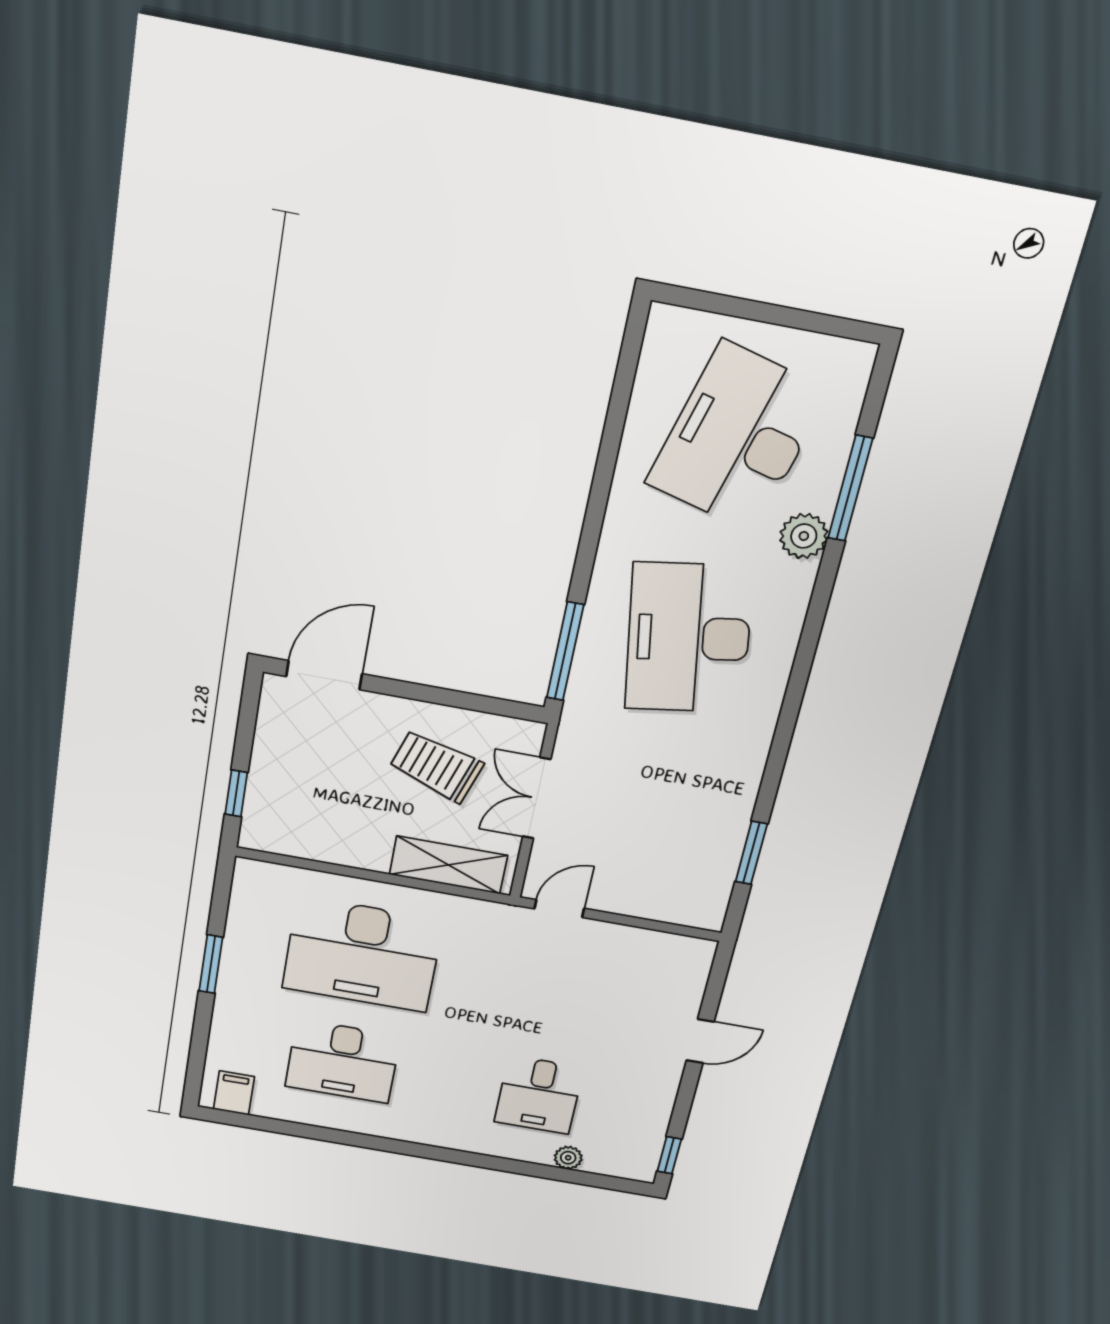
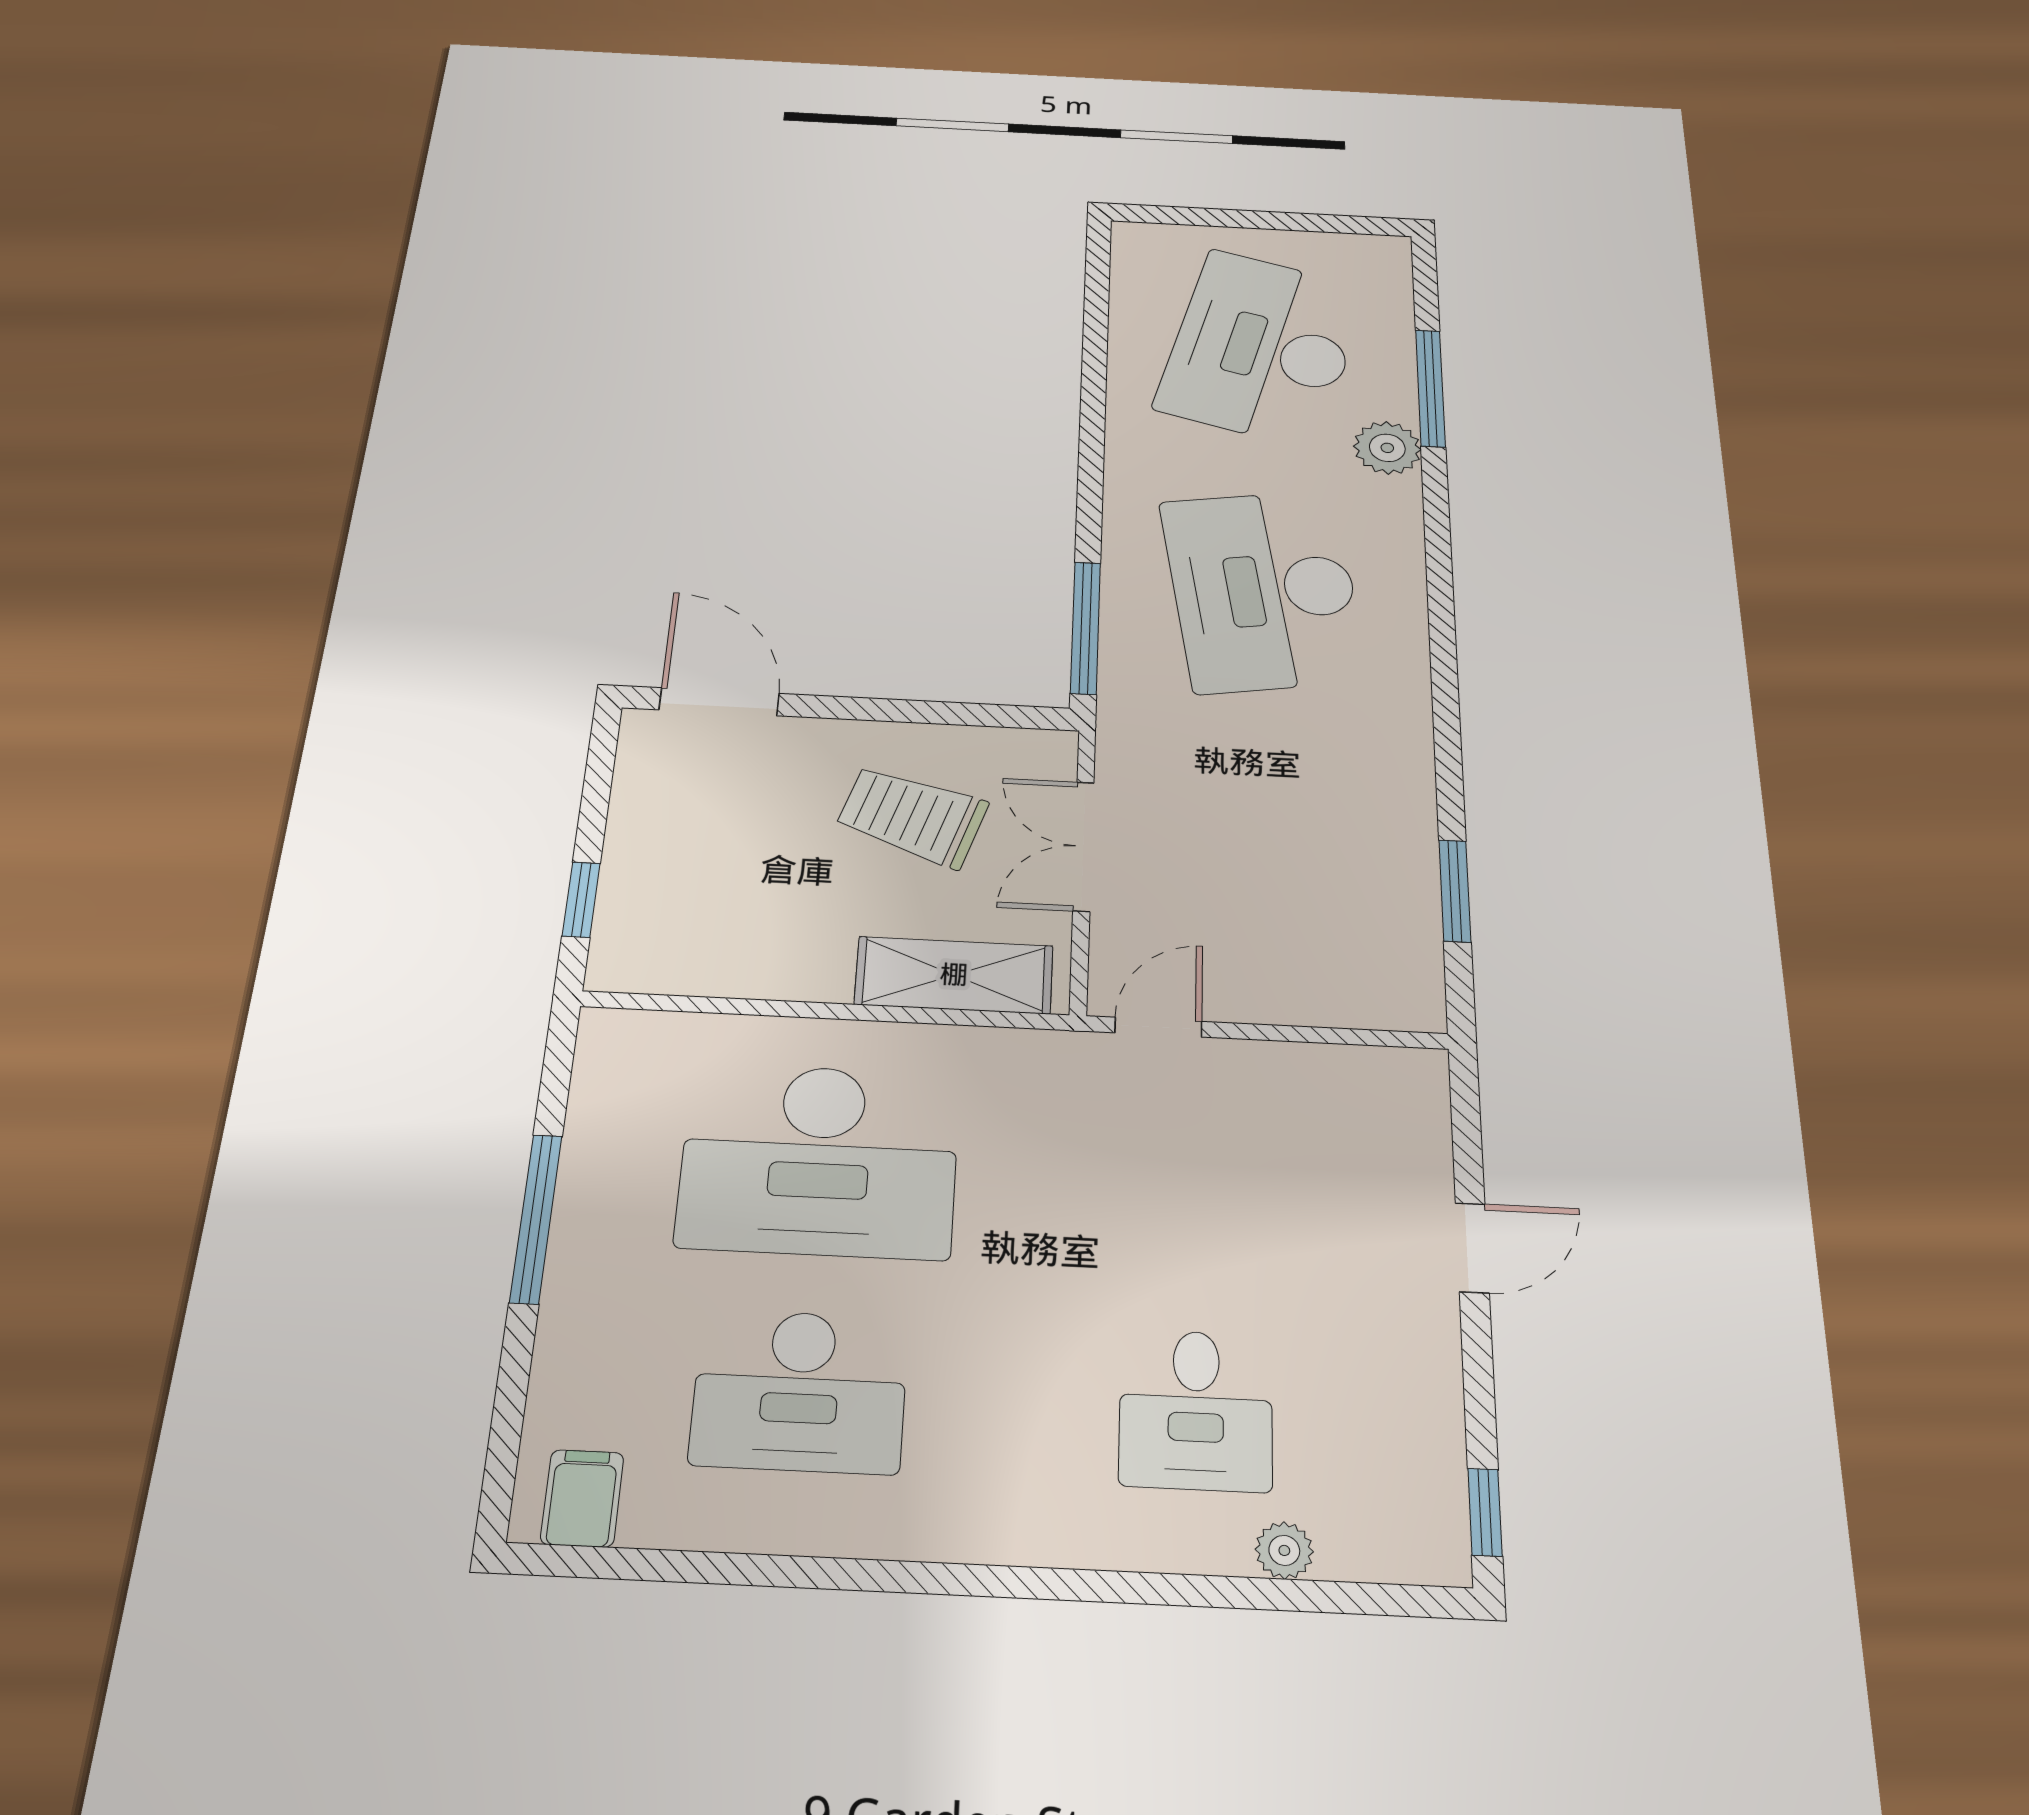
door: (324, 675) -> (719, 702), hinge flipped
window: (211, 964) -> (536, 1218), width x1.44

